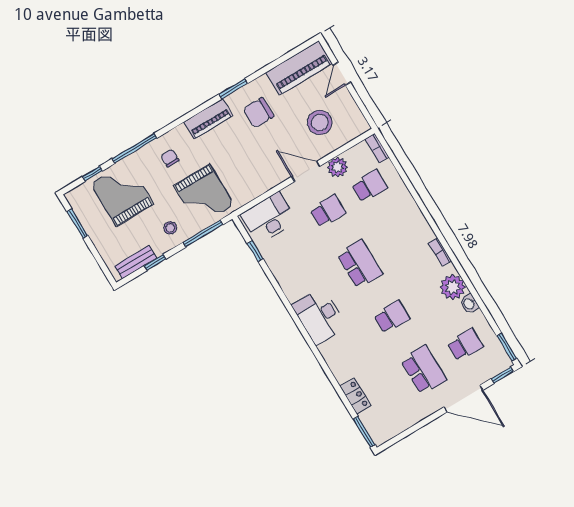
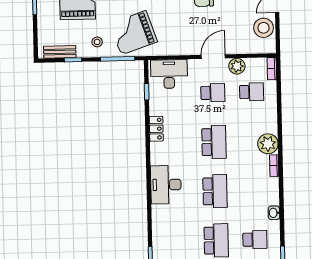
stool: (320, 122) -> (264, 28), moved
door: (306, 171) -> (213, 57), hinge flipped
grand piano: (204, 195) -> (133, 33), turned 71
plant: (453, 287) -> (268, 144), moved
desk: (319, 316) -> (166, 185), moved
school desk: (392, 317) -> (215, 191), width x1.85
locker: (355, 396) -> (156, 129), moved

